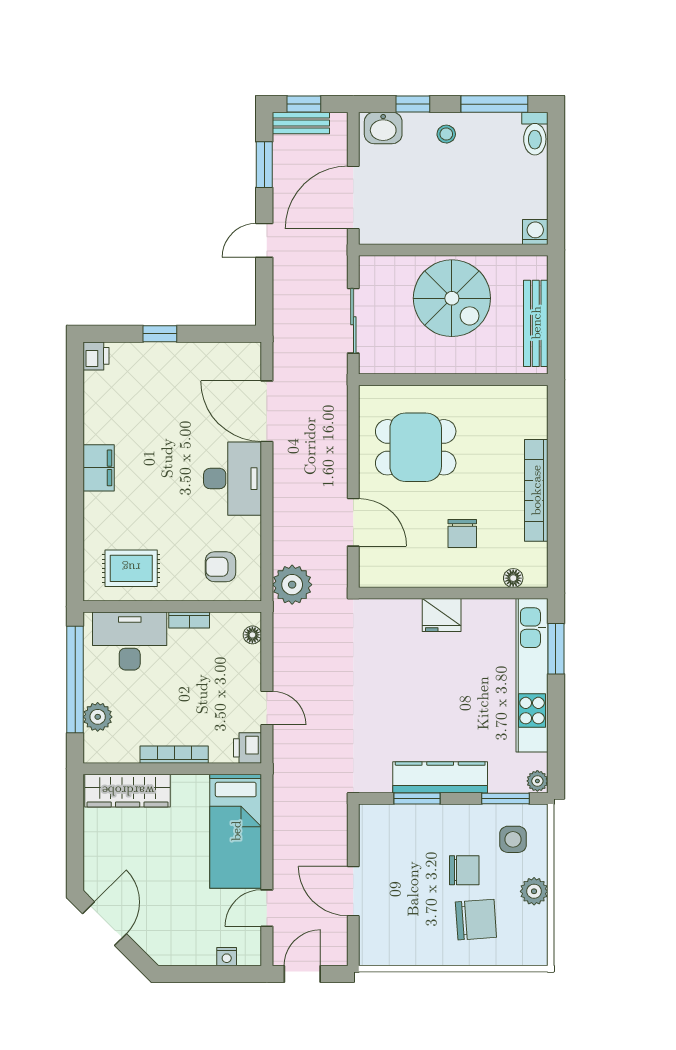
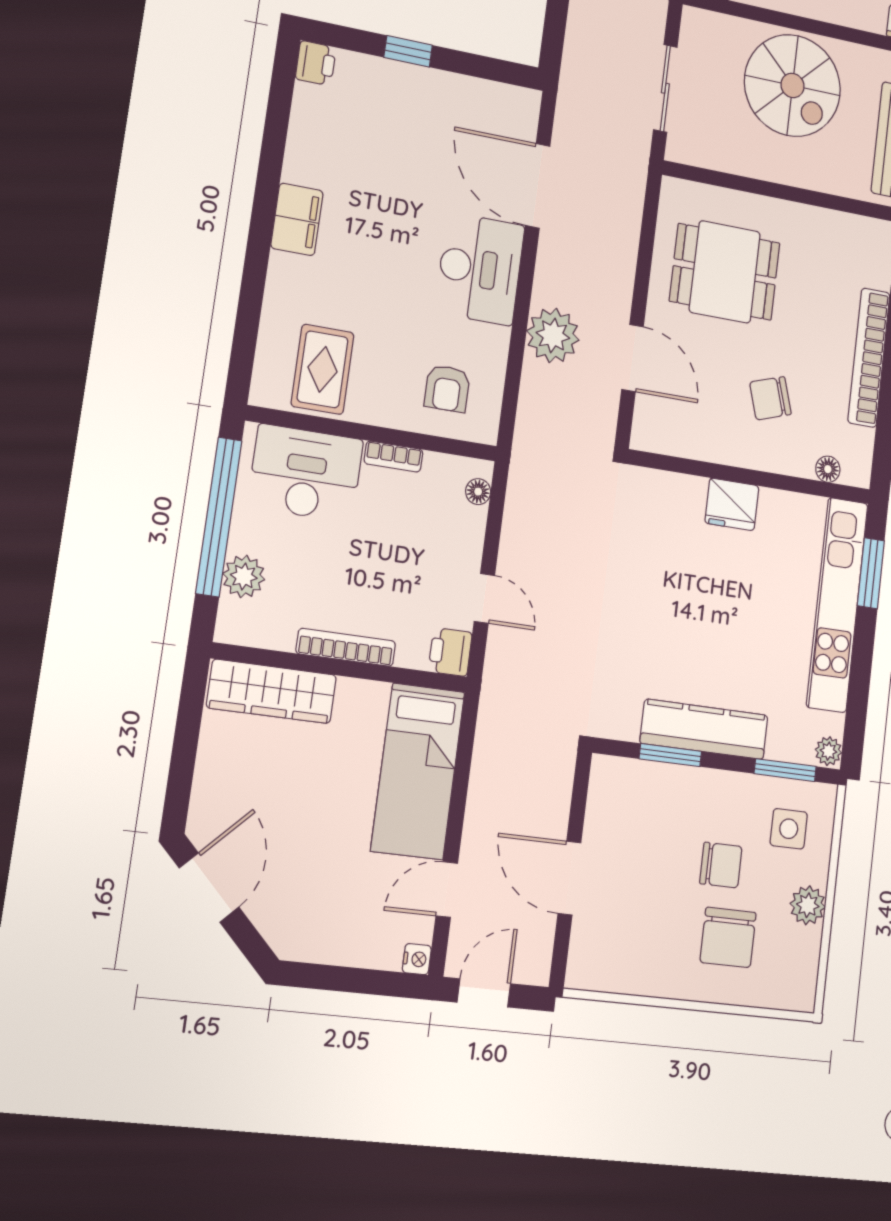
chair: (462, 534) -> (770, 398), turned 72
armchair: (221, 567) -> (447, 389), turned -90
rug: (131, 568) -> (323, 369), turned 90
plant: (292, 585) -> (553, 335), moved
chair: (476, 920) -> (728, 937), turned 94
nightstand: (227, 957) -> (417, 959), moved, turned -90

